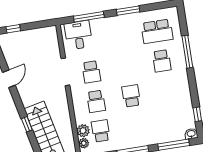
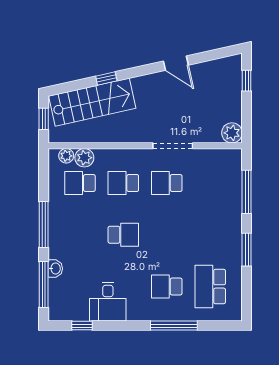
plant: (50, 33) -> (232, 133), added
desk: (78, 35) -> (108, 302), moved, turned 90
school desk: (101, 131) -> (80, 183), turned 180
washbasin: (191, 134) -> (55, 269), moved

